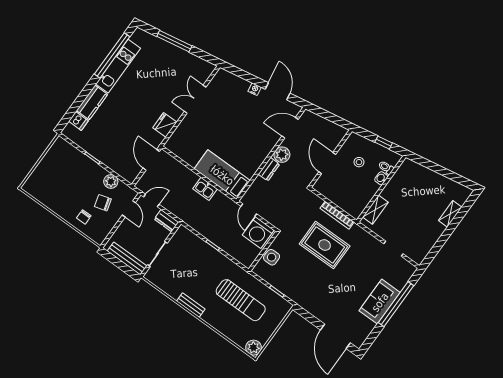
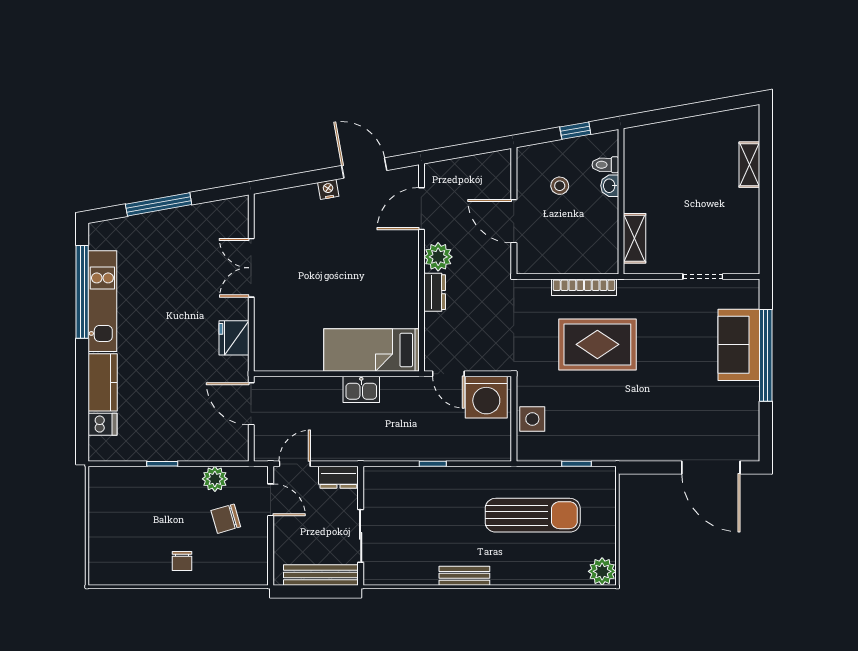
chair: (84, 217) -> (182, 561), moved
sofa: (380, 302) -> (739, 345), moved

